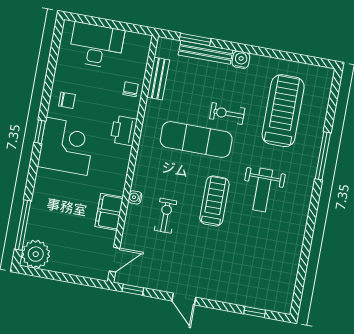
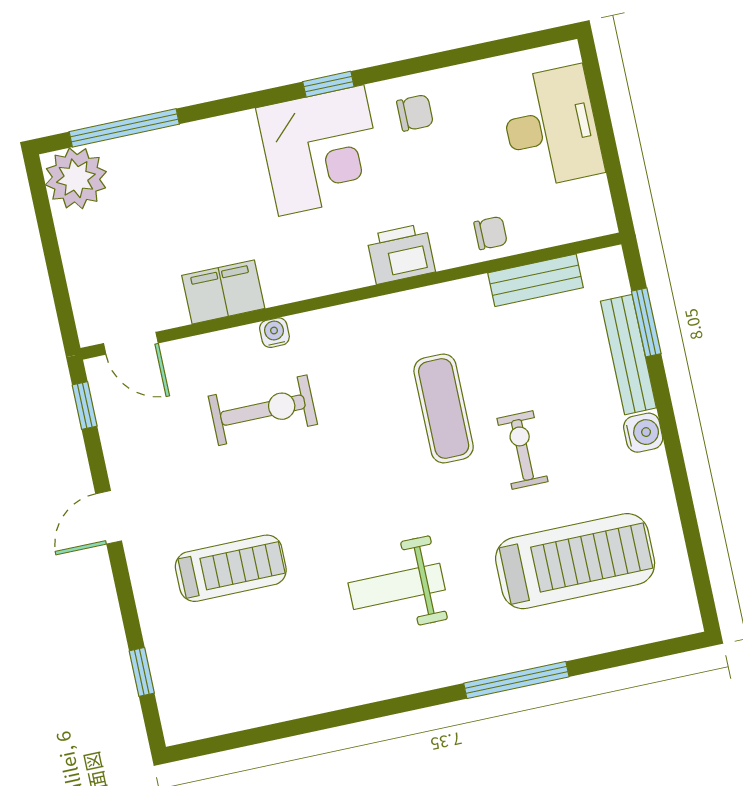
chair: (67, 100) -> (415, 113), turned -90
exercise mat: (196, 139) -> (444, 408), width x0.73, depth x0.69
treadmill: (214, 201) -> (231, 568), moved
exercise bike: (166, 216) -> (263, 410), width x1.38, depth x1.39

